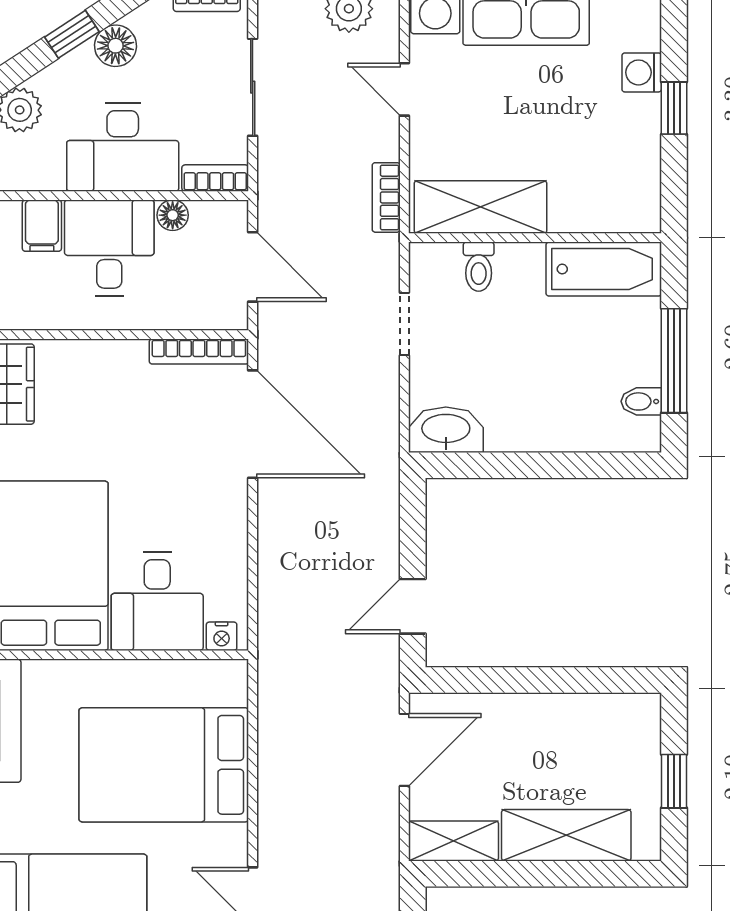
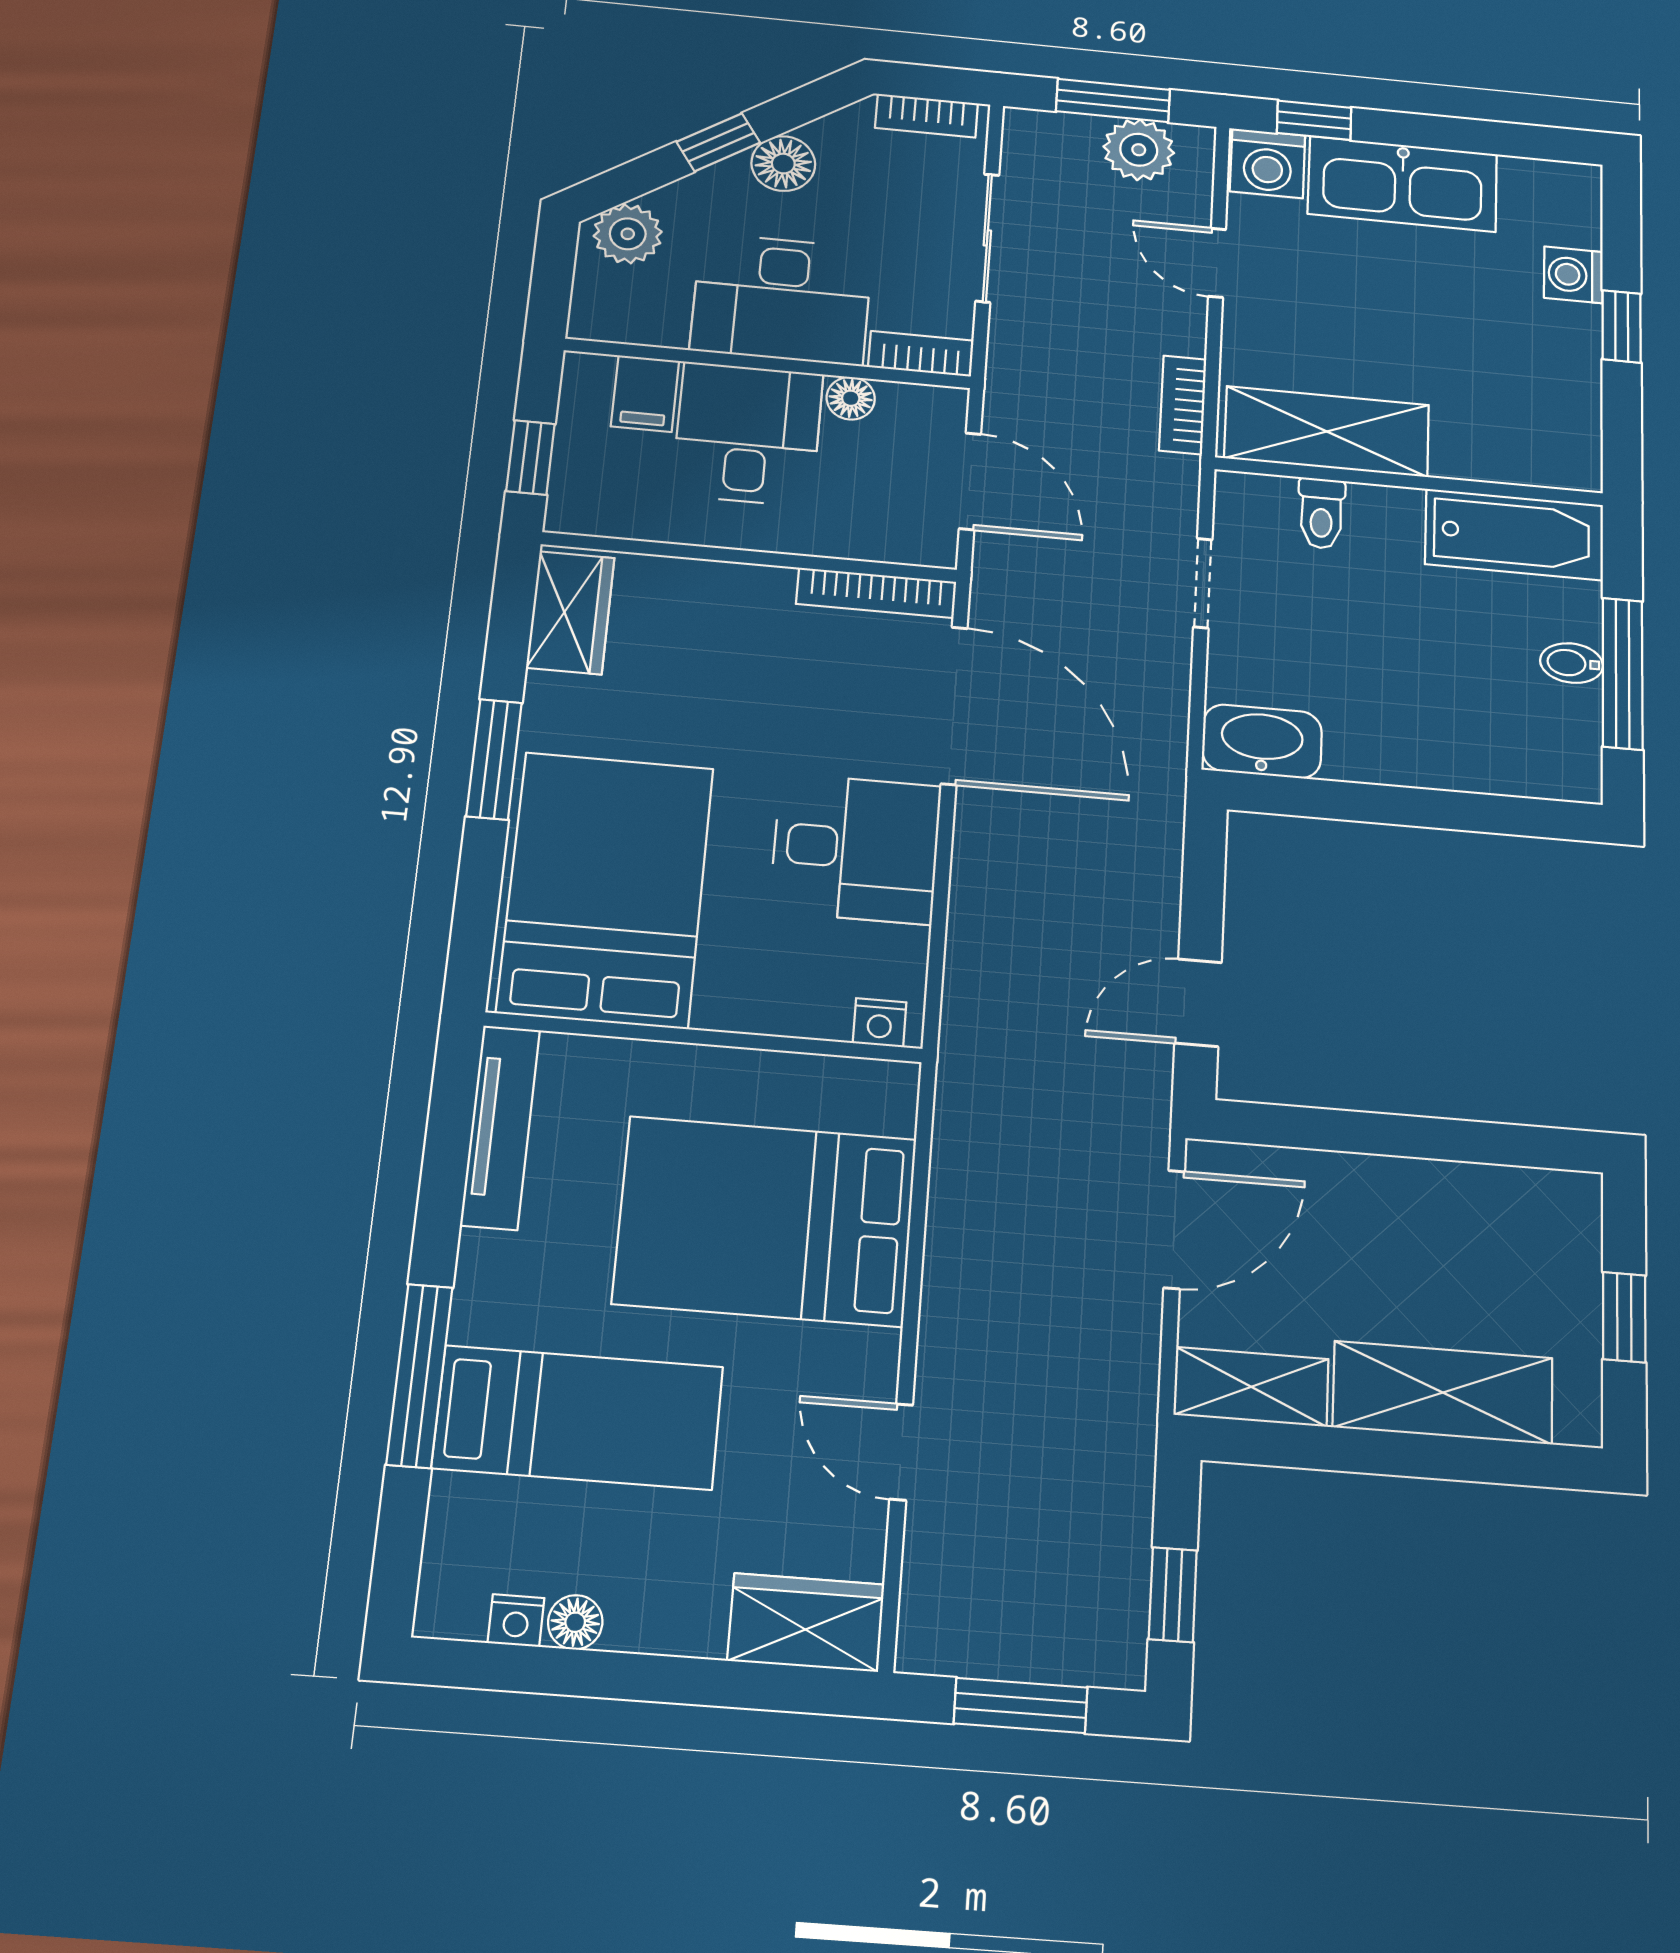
bidet: (641, 401) -> (1572, 663), moved
desk: (157, 601) -> (856, 849), moved, turned -90

